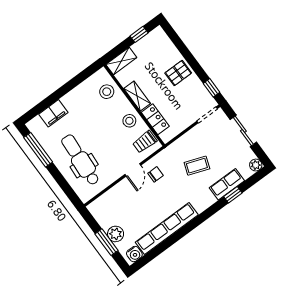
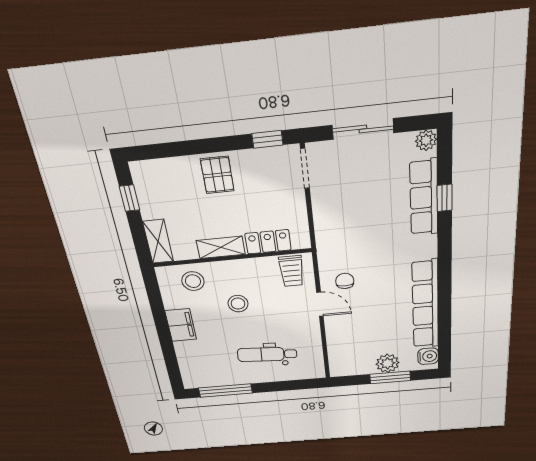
filing cabinet: (53, 113) -> (181, 325), moved
stool: (129, 121) -> (238, 304), moved
dental chair: (80, 160) -> (267, 354), width x0.73, depth x0.72
coffee table: (197, 166) -> (369, 223), removed
row of seats: (227, 184) -> (424, 198), width x1.48

